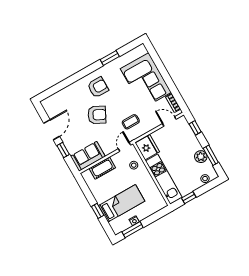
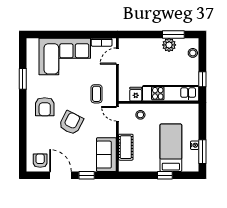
armchair: (98, 87) -> (45, 107), turned 180
armchair: (54, 107) -> (40, 161), added
window: (195, 128) -> (138, 34), removed
fridge: (147, 147) -> (136, 94), width x0.53, depth x0.75

